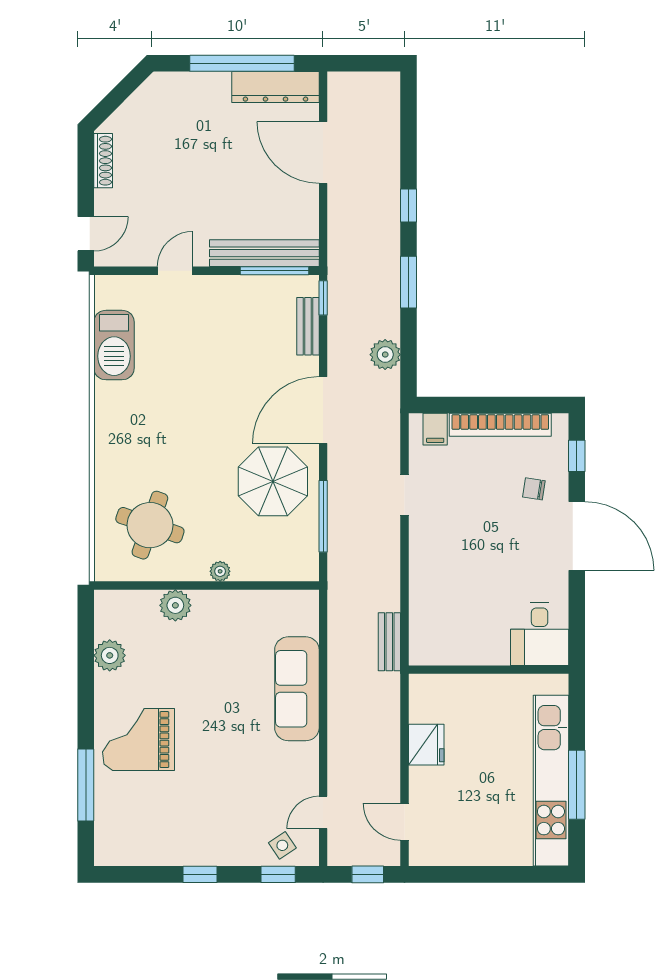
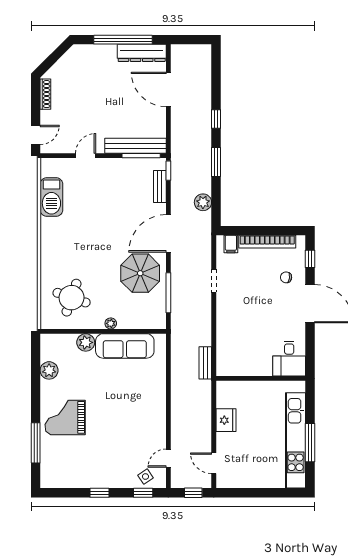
sofa: (297, 689) -> (125, 346), moved, turned -90

